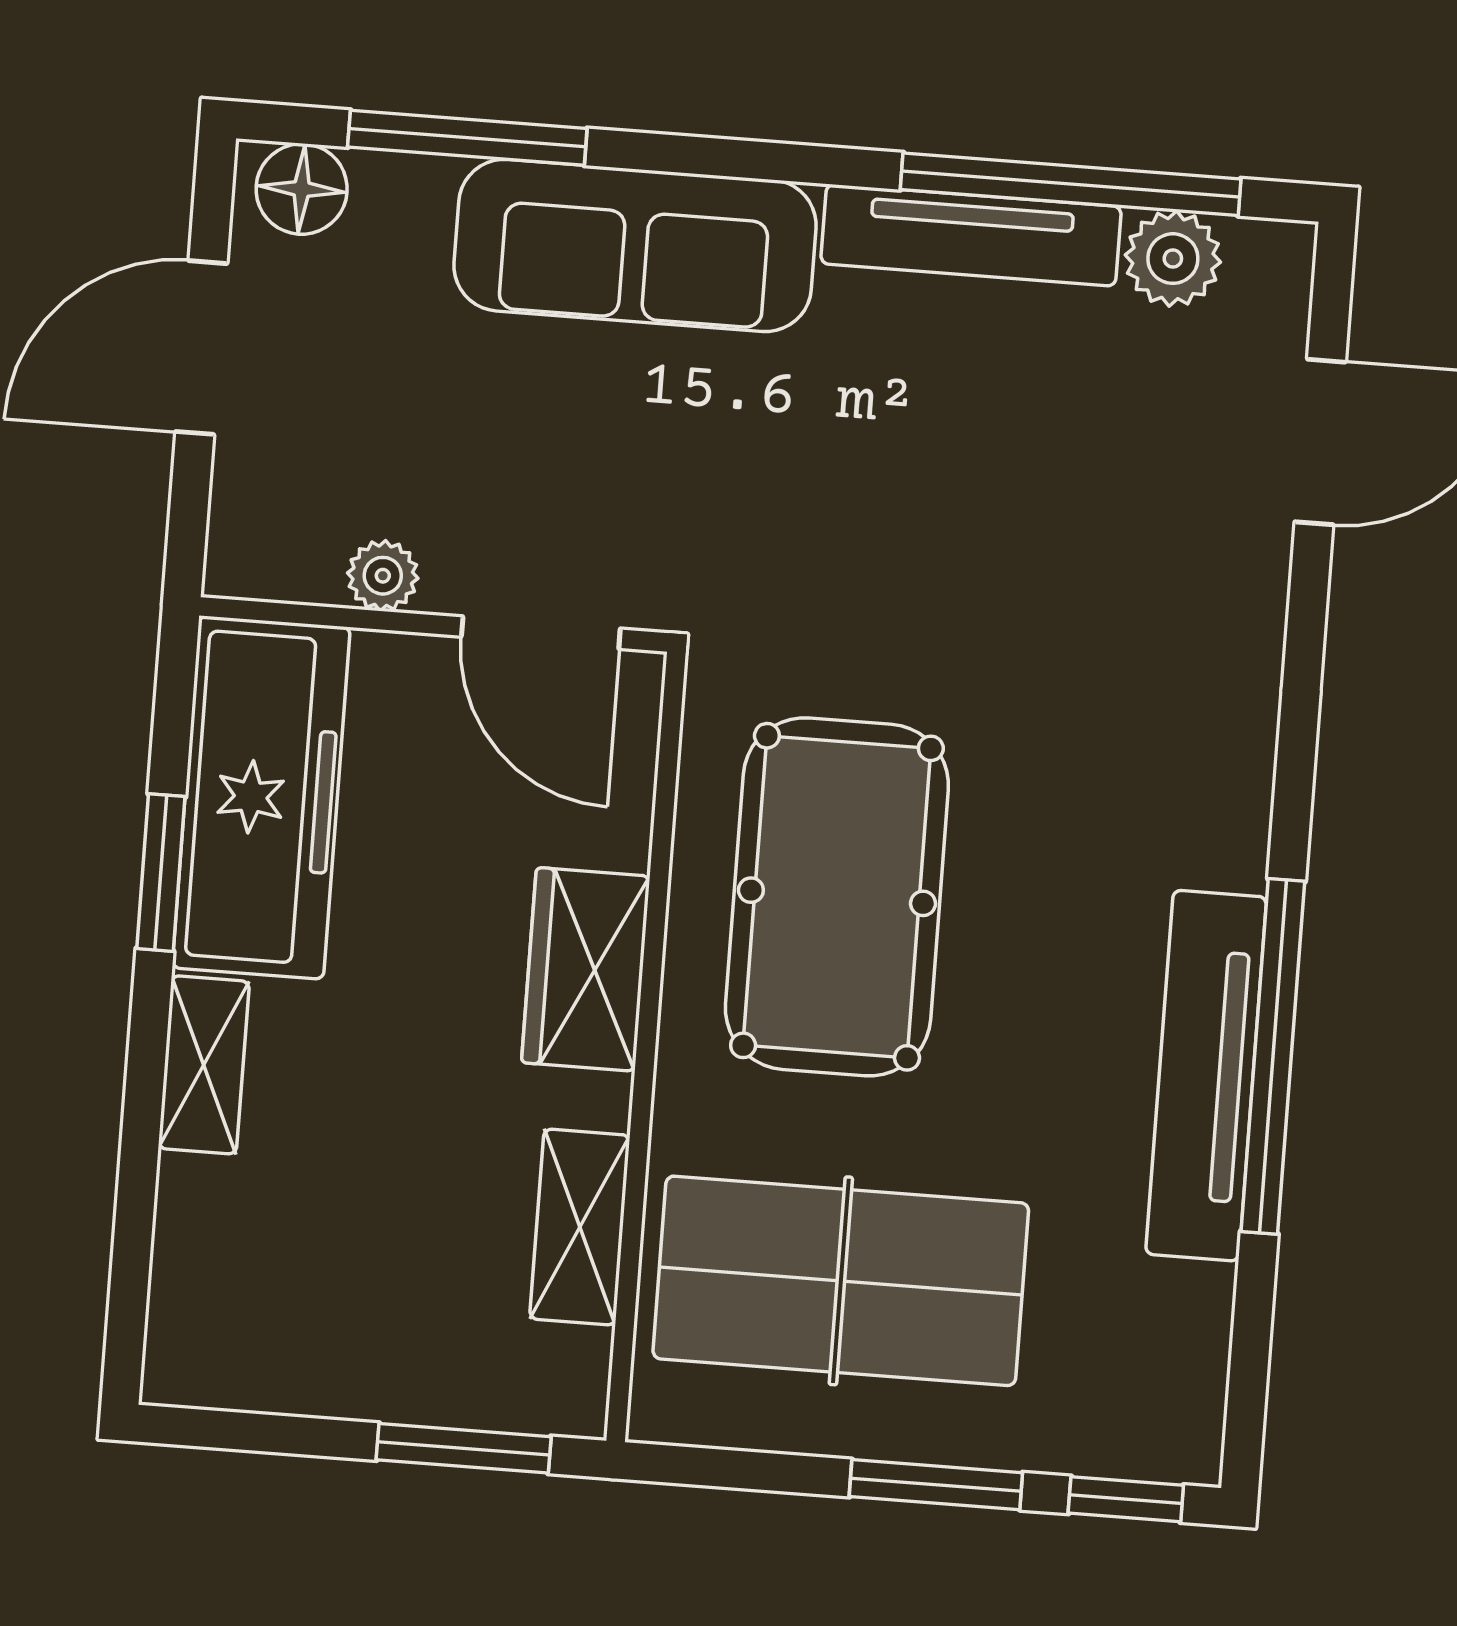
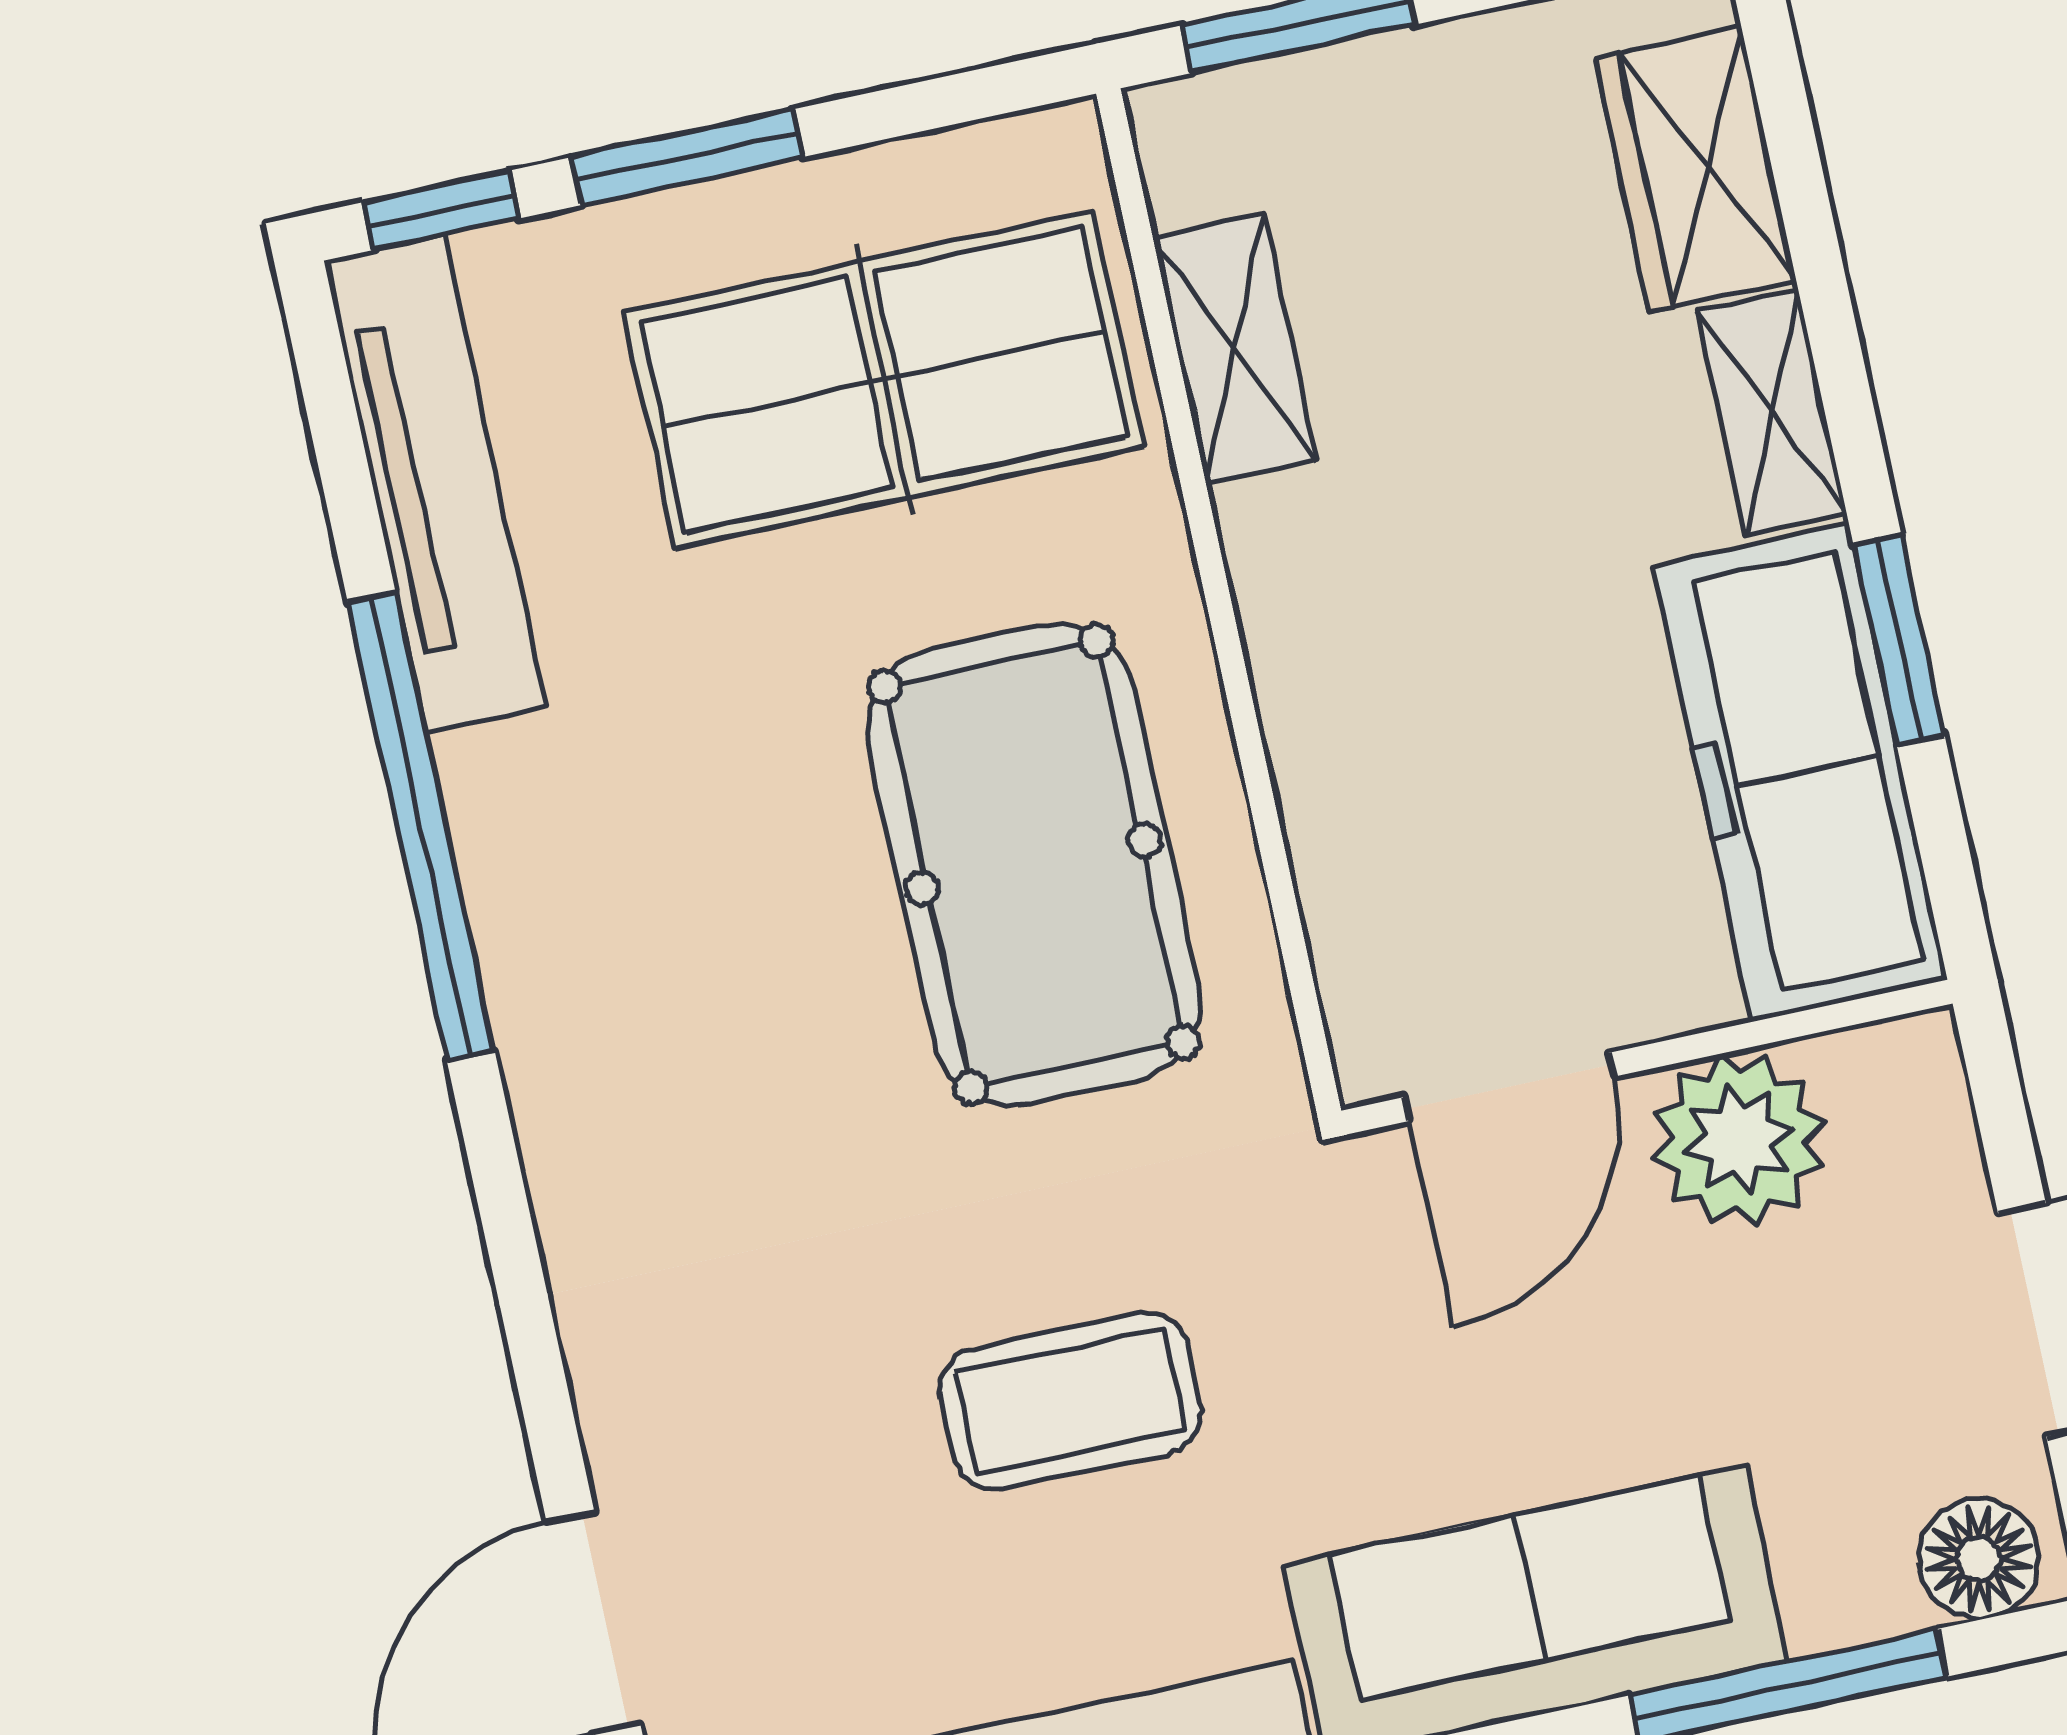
coffee table: (926, 500) -> (1071, 1401), added
plant: (383, 576) -> (1739, 1140), width x1.87, depth x1.87
door: (541, 633) -> (1508, 1087), swing flipped
wardrobe: (586, 969) -> (1695, 169), moved, turned 180
tv unit: (1206, 1076) -> (435, 484), moved

